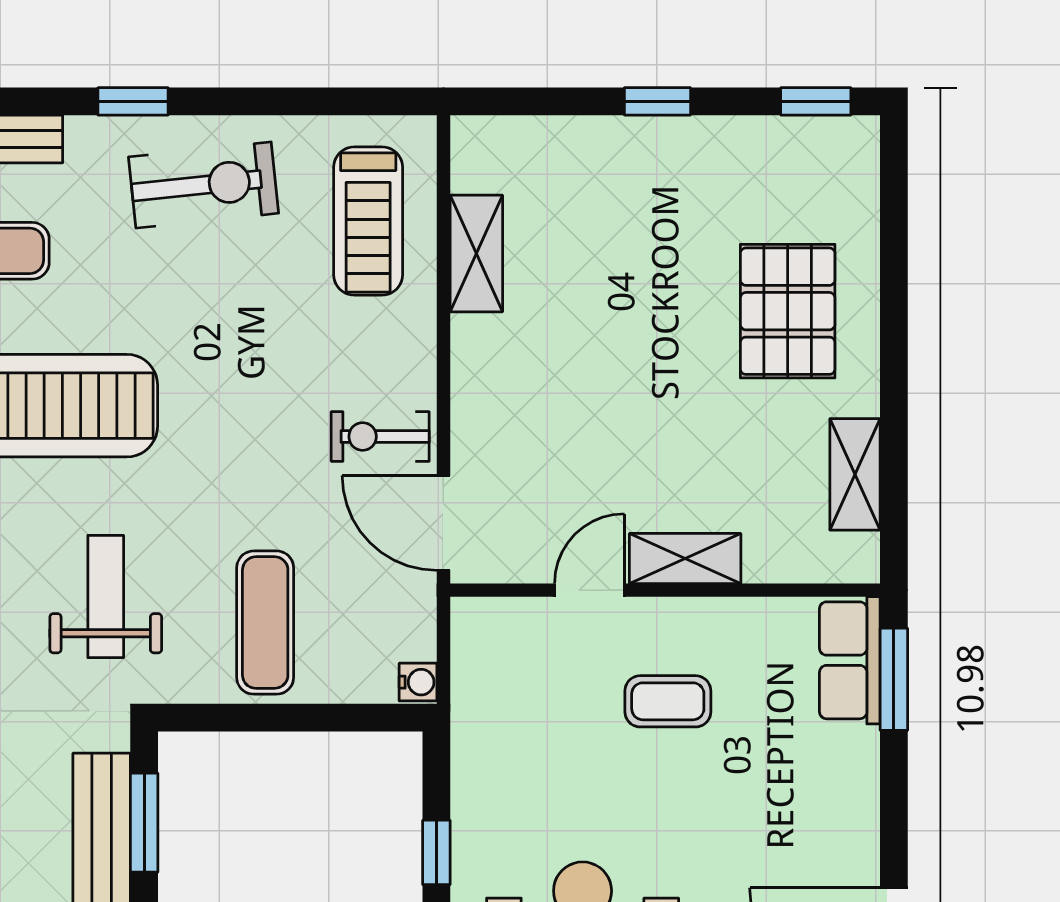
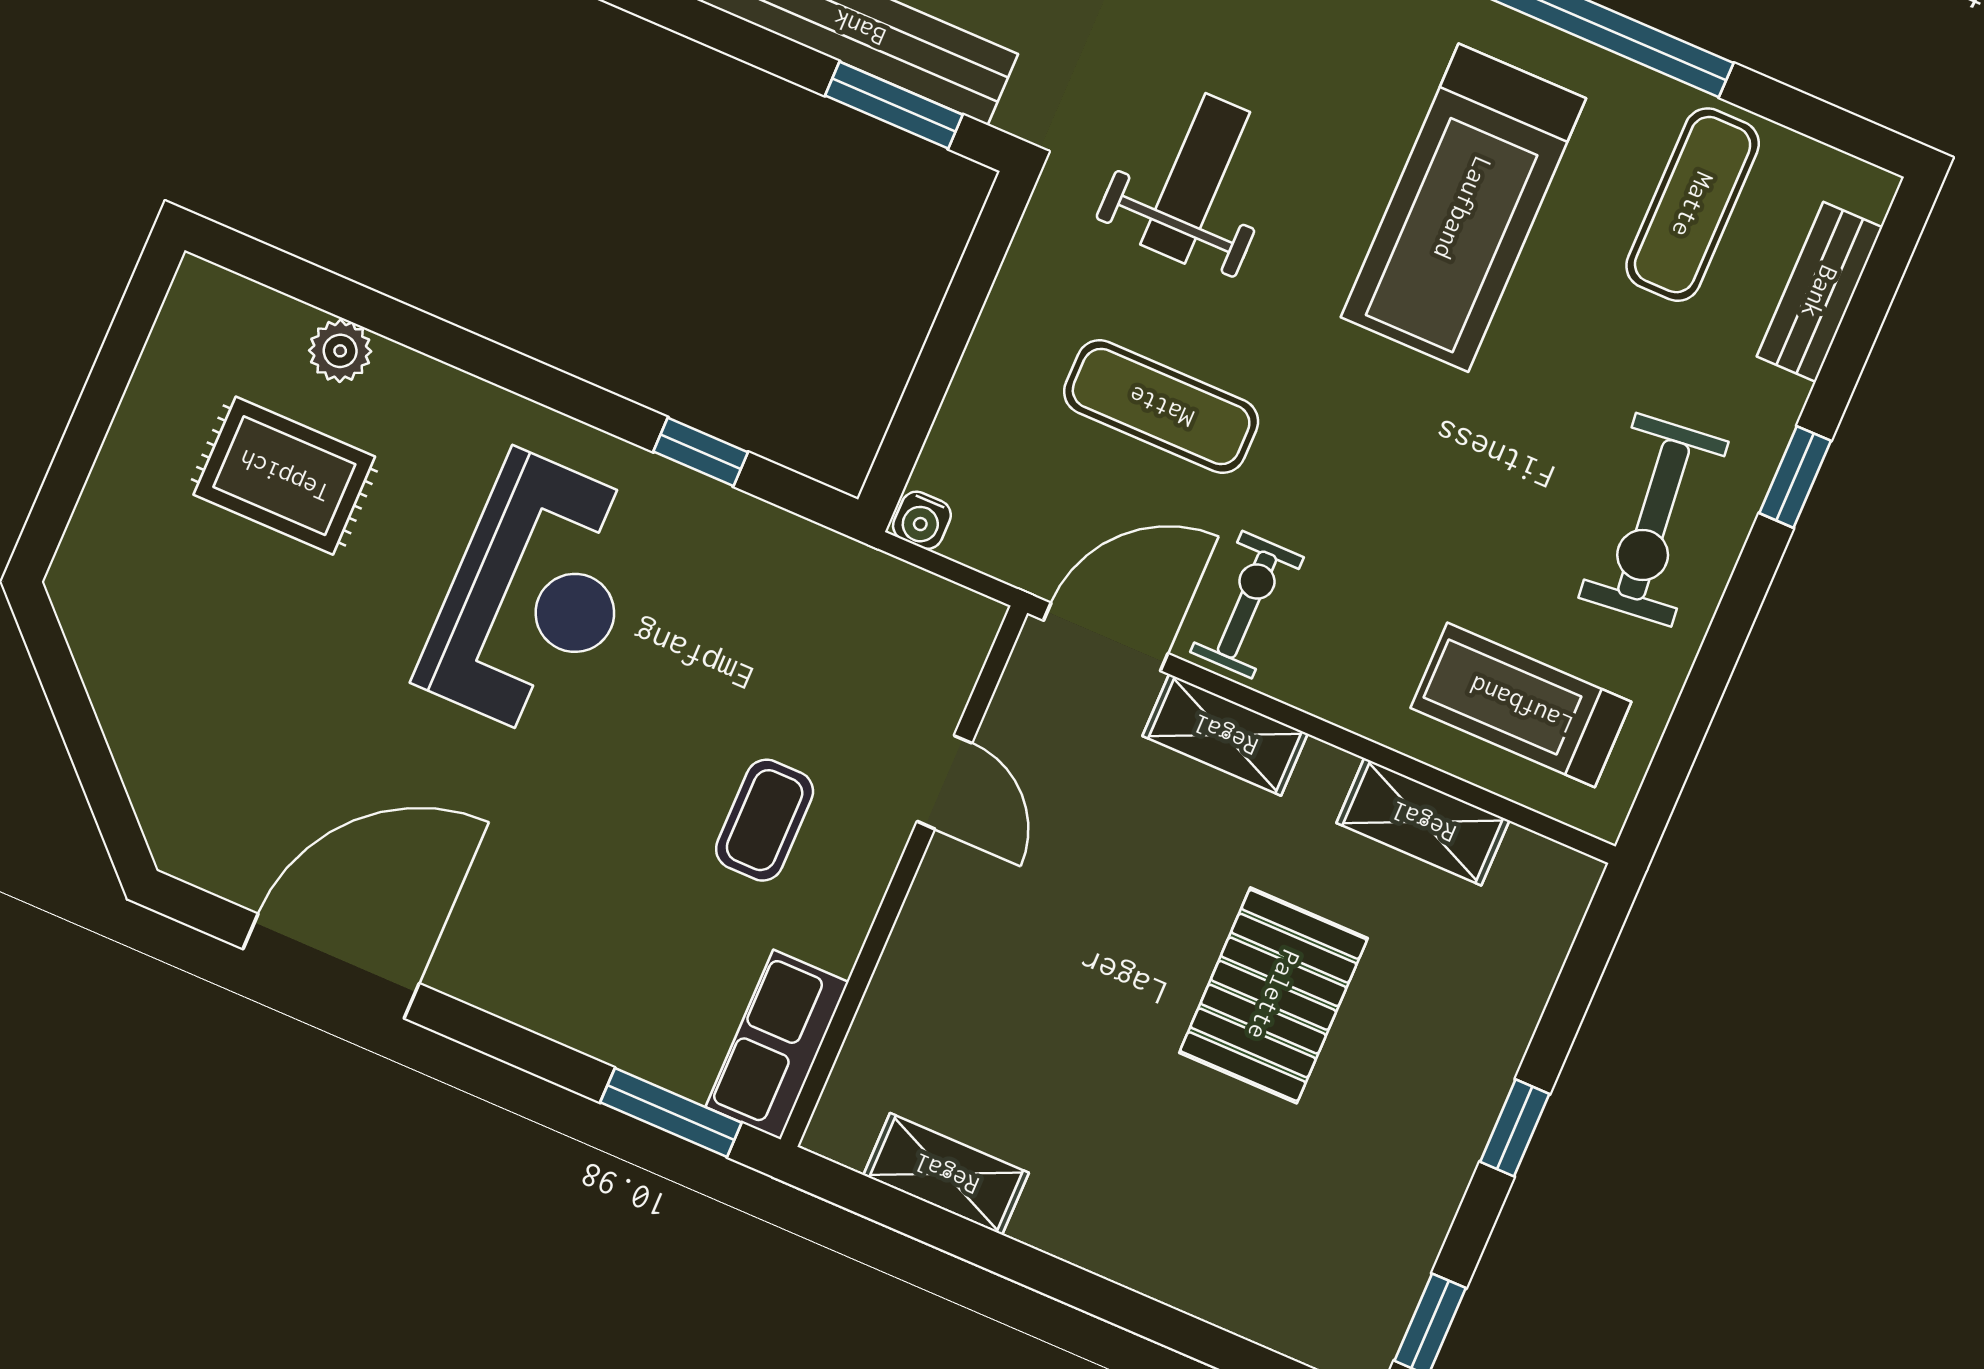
pallet: (788, 311) -> (1274, 995), moved, turned 90
shelving: (685, 559) -> (1225, 735), moved, turned 90
weight bench: (106, 597) -> (1195, 178), turned -90
exercise mat: (265, 623) -> (1161, 407), moved
row of seats: (850, 660) -> (777, 1044), moved, turned -90

